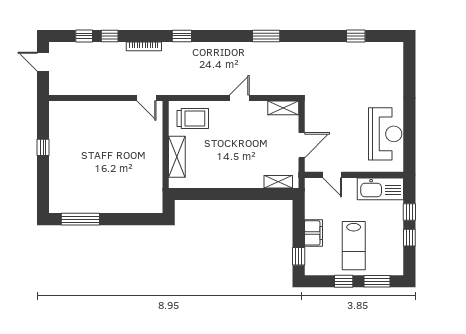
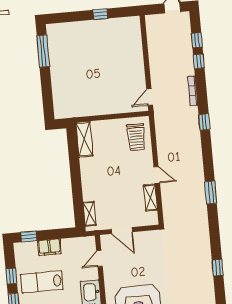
shelving: (283, 108) -> (150, 198), moved
shelving: (177, 157) -> (84, 139), moved, turned 90

